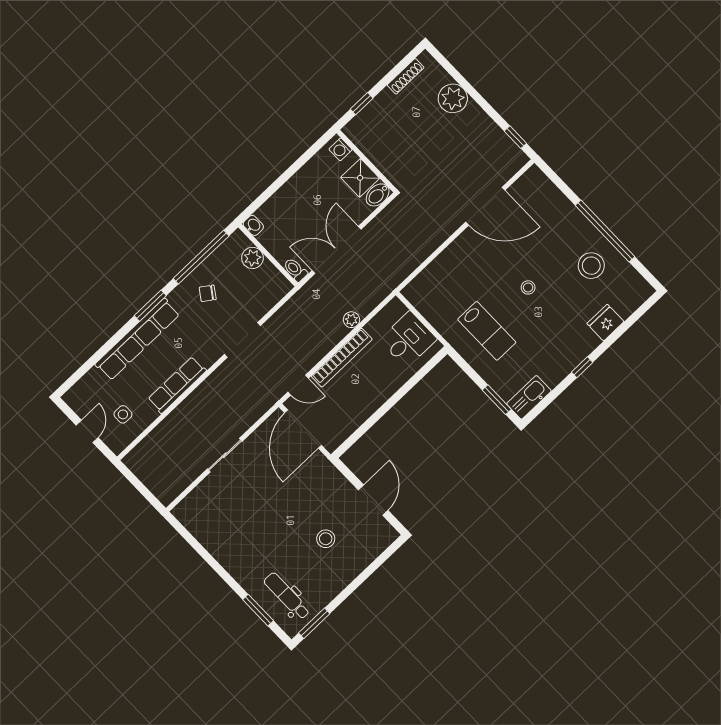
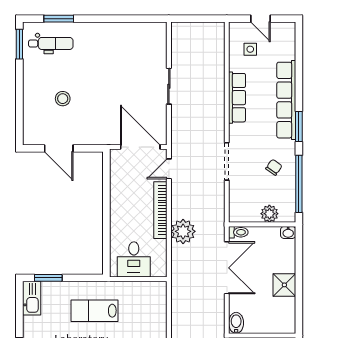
washing machine: (340, 149) -> (284, 327), removed
shower: (360, 178) -> (284, 285), moved
plant: (351, 320) -> (183, 231), width x1.88, depth x1.88

